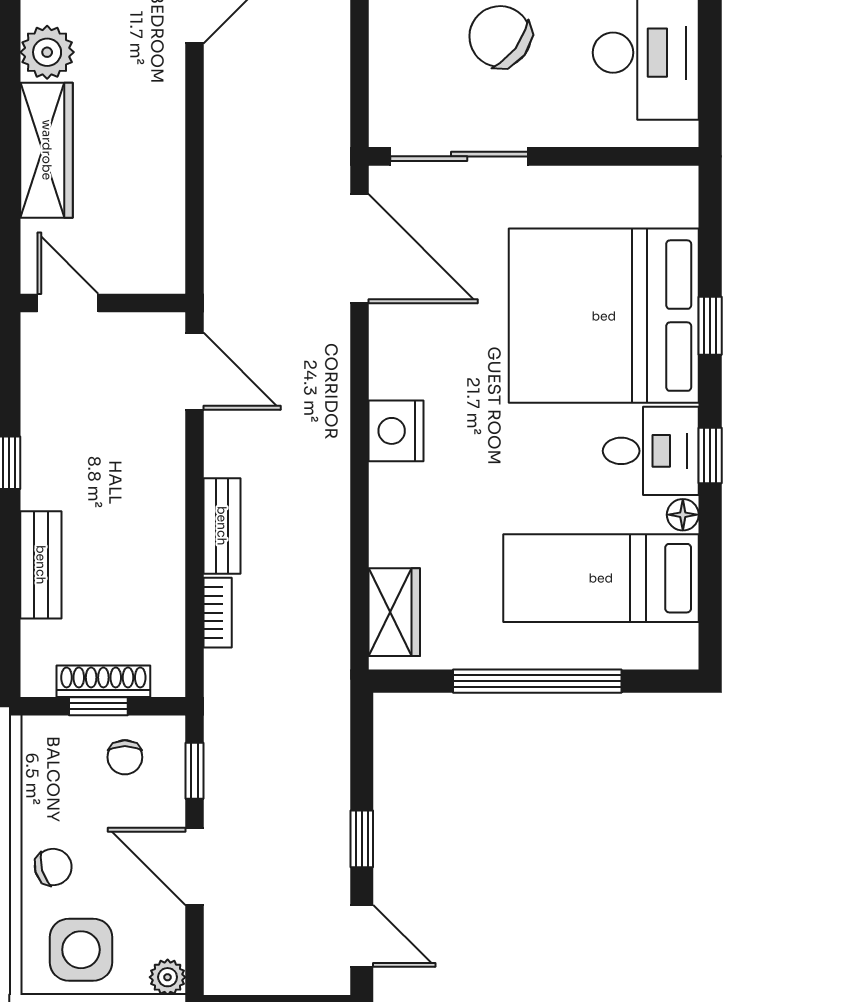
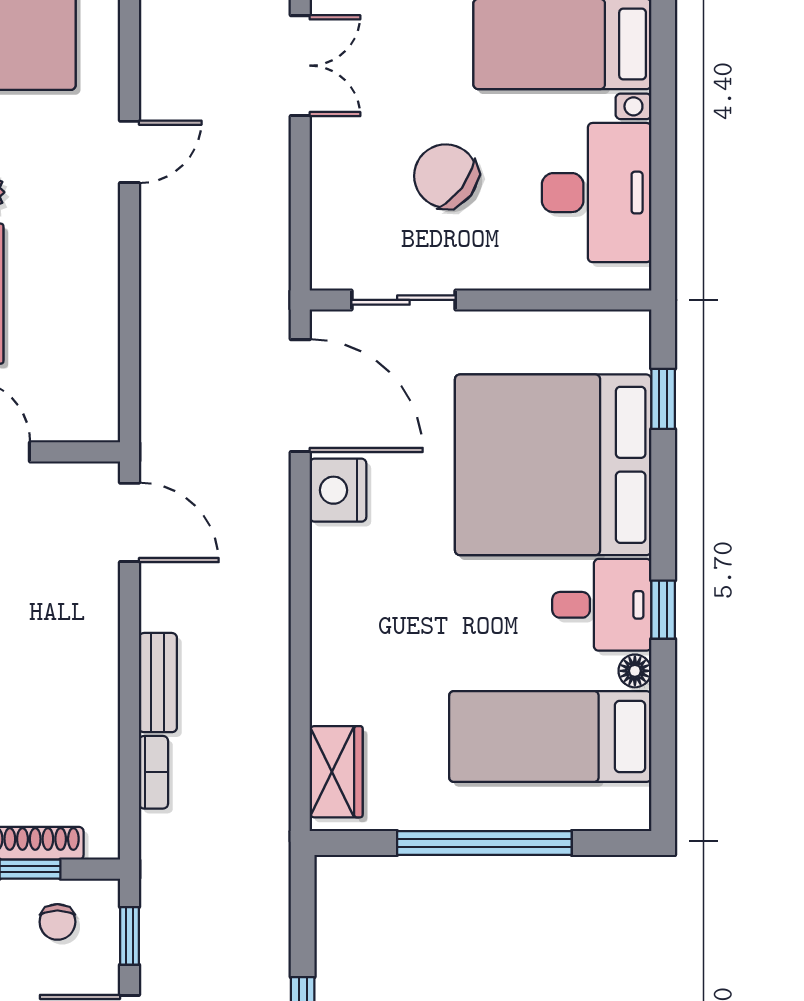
sliding door: (459, 156) -> (403, 300), width x0.73
window: (710, 326) -> (663, 399), moved
nightstand: (396, 431) -> (338, 490), moved

